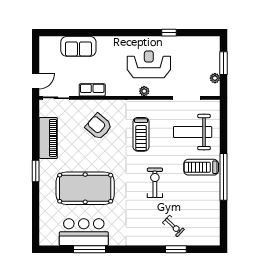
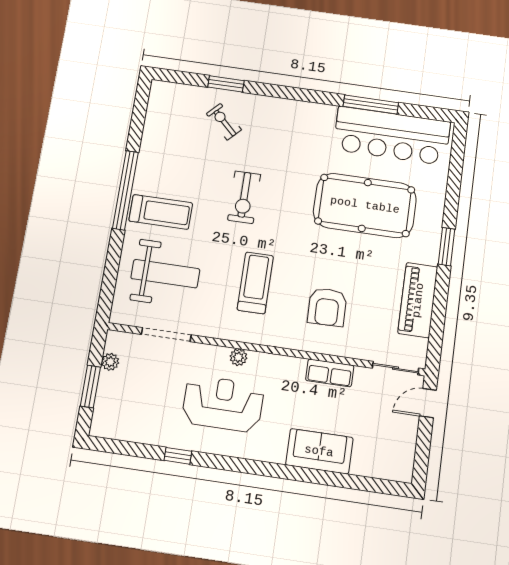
sofa: (78, 46) -> (319, 451), moved
reception desk: (149, 64) -> (223, 404), turned 180
armchair: (99, 126) -> (327, 307), turned 48
bar counter: (84, 232) -> (392, 136), width x1.36

